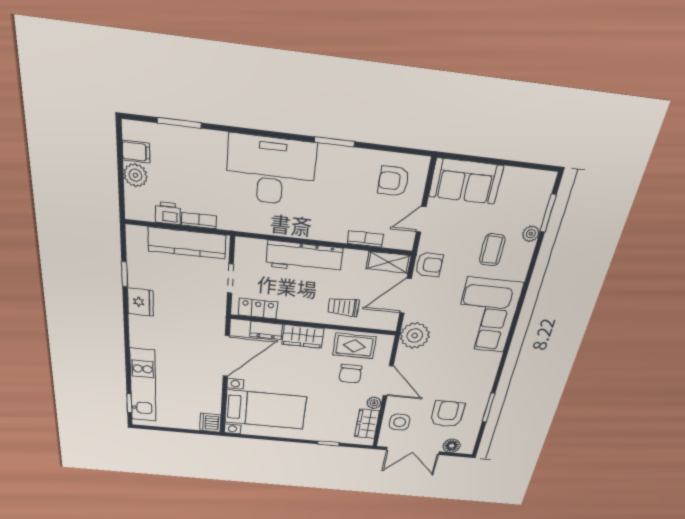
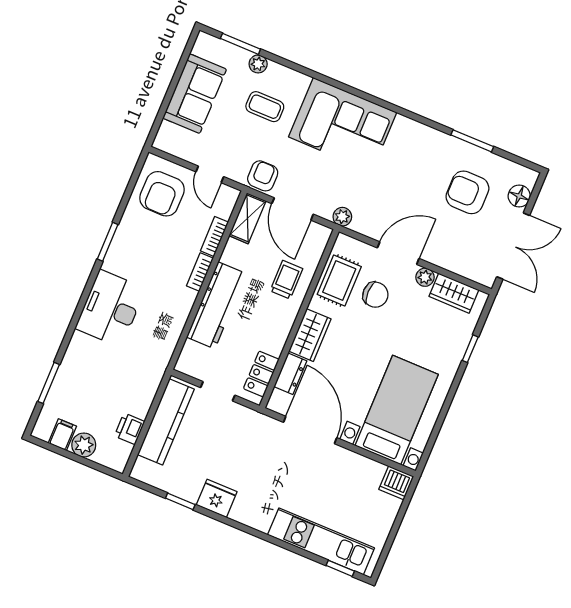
desk: (271, 171) -> (110, 308), width x0.73, depth x0.77
armchair: (393, 181) -> (162, 194), width x1.38, depth x1.38
sofa: (466, 181) -> (195, 94), moved
bookcase: (199, 221) -> (200, 272), moved
trolley: (343, 307) -> (286, 280), turned 180
plant: (415, 336) -> (342, 217), width x0.53, depth x0.53
side table: (400, 422) -> (463, 253), removed

